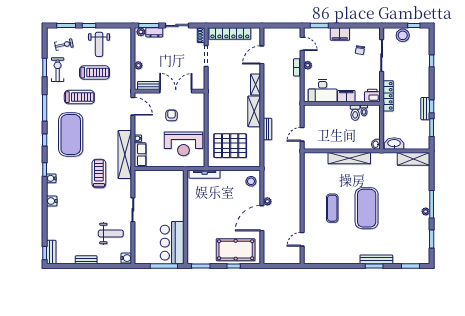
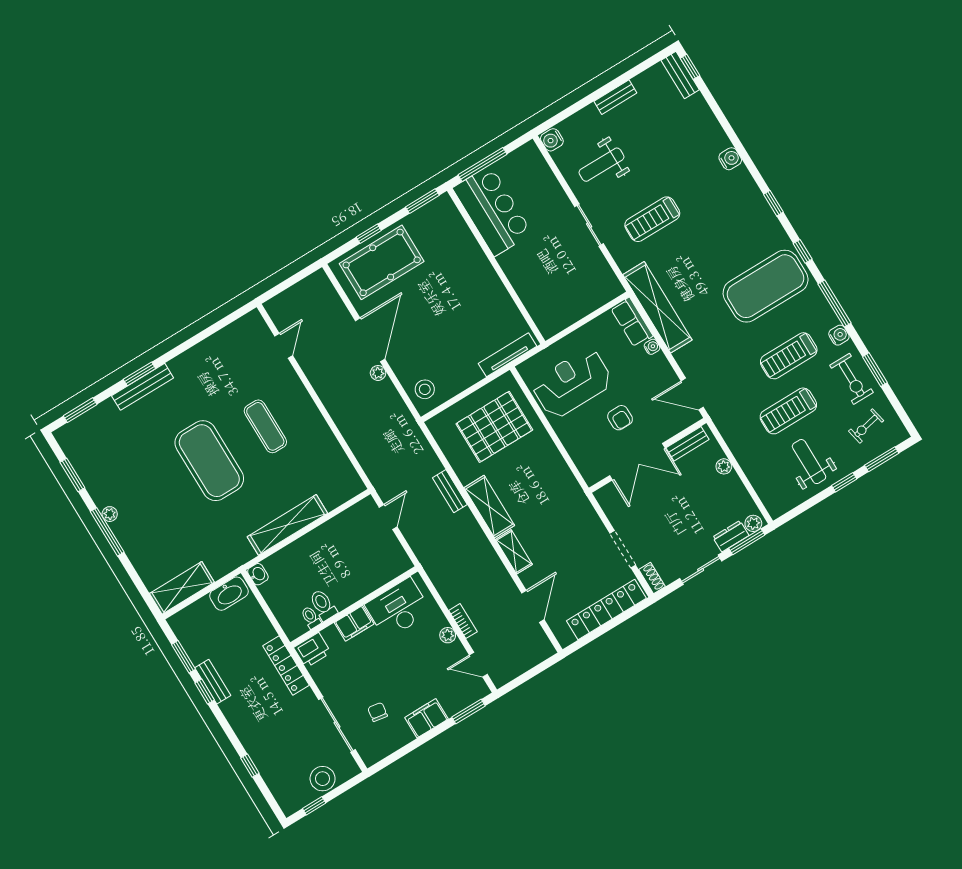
exercise mat: (71, 134) -> (766, 286), turned 90
treadmill: (99, 174) -> (652, 219), moved, turned 90
water cooler: (51, 178) -> (839, 335), moved

